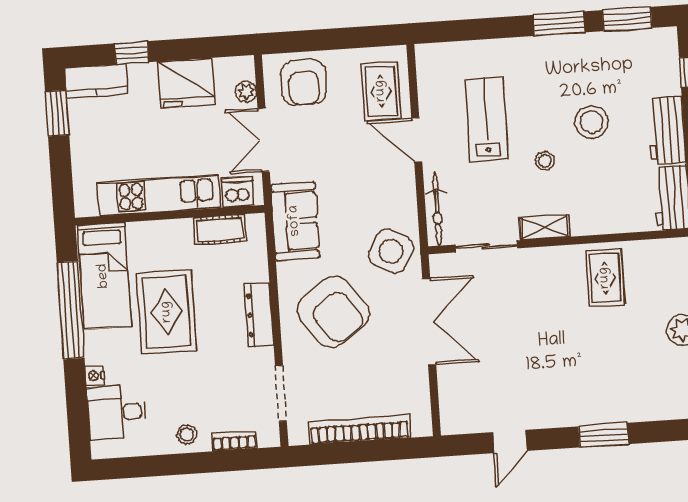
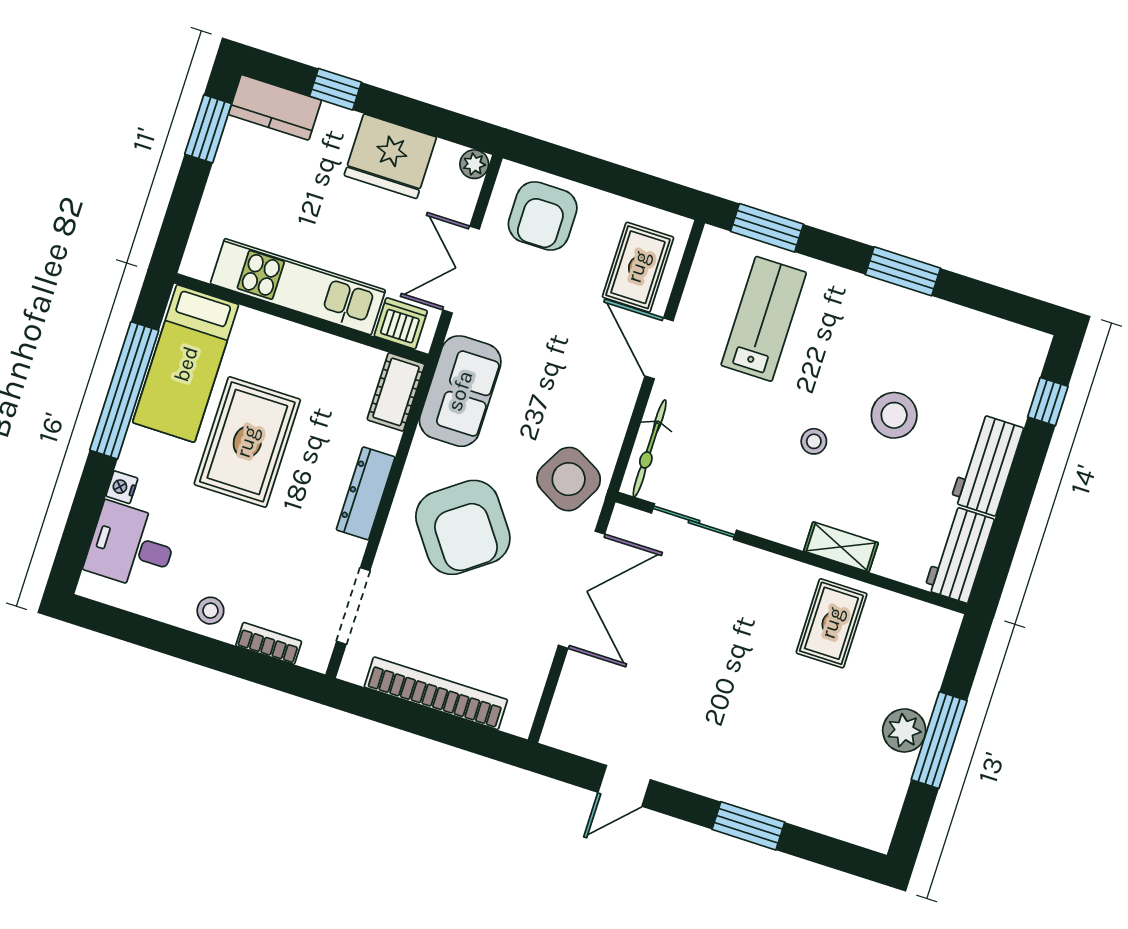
window: (627, 19) -> (767, 228), moved
plant: (246, 92) -> (474, 164), moved
lab bench: (486, 119) -> (764, 319), moved
shelving: (545, 227) -> (841, 547), moved
cot: (220, 230) -> (396, 392), moved, turned 90

